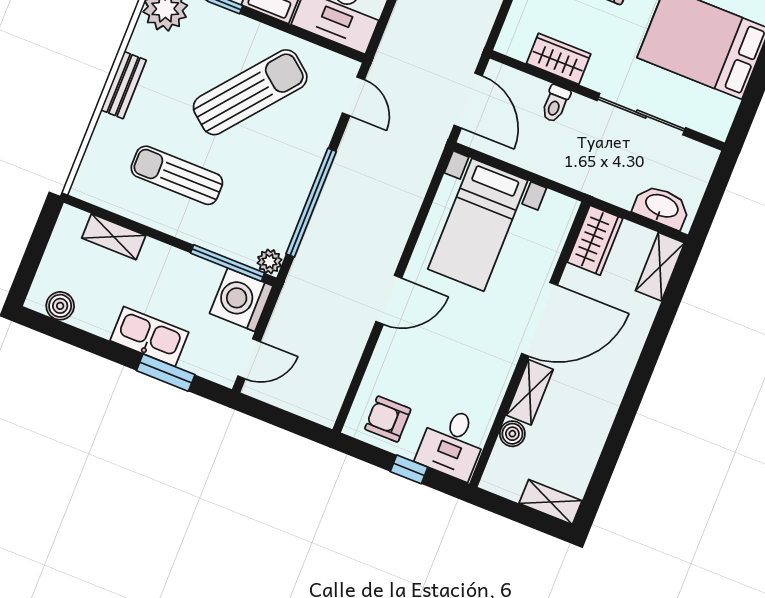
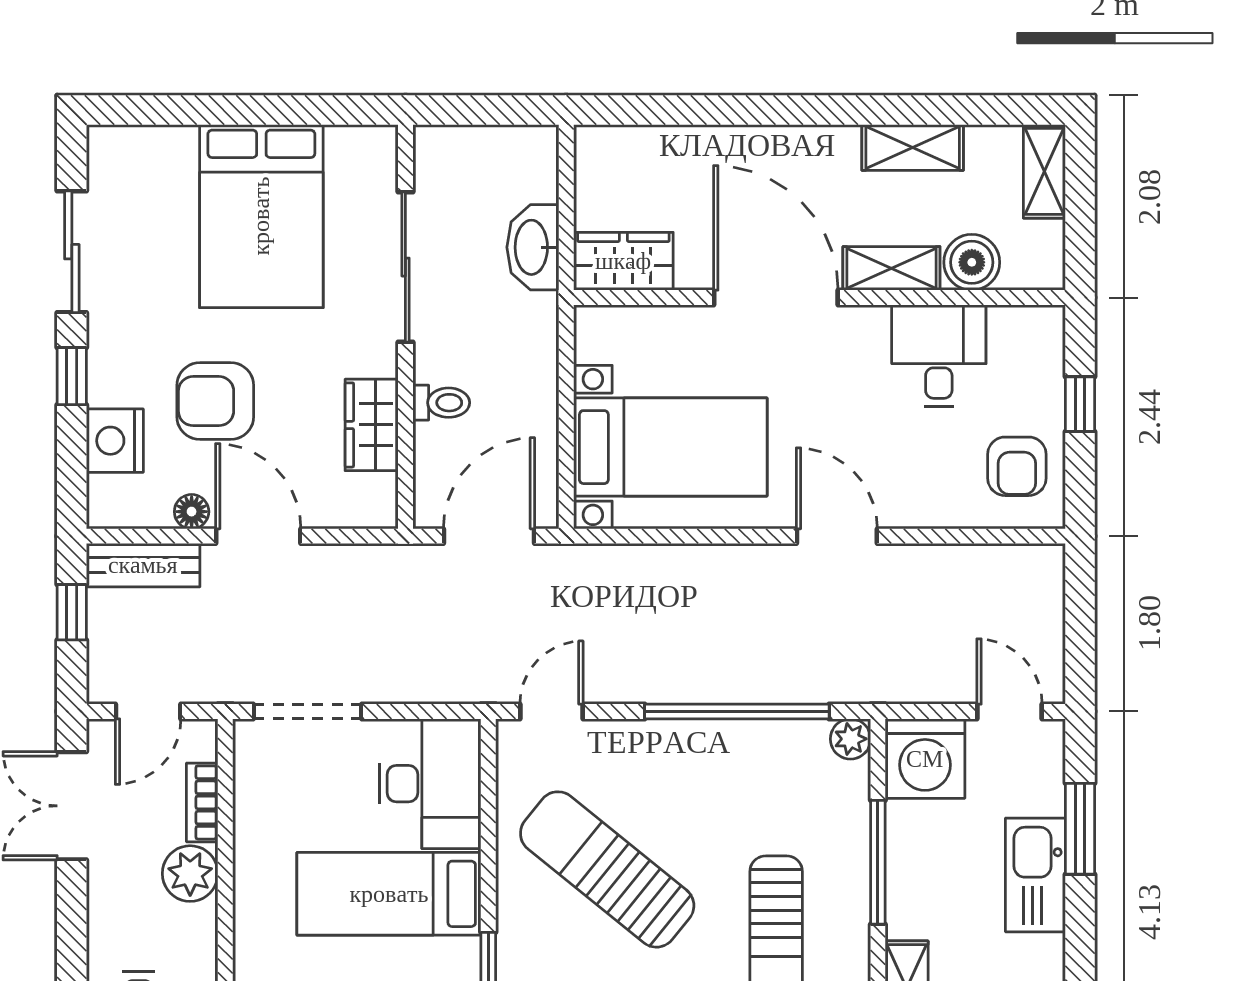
washbasin: (662, 207) -> (533, 247), moved
window: (228, 263) -> (878, 862), moved
shelving: (660, 267) -> (913, 147), moved
boiler: (512, 434) -> (972, 262), width x1.36, depth x1.36
desk: (452, 443) -> (939, 356), moved, turned -90

